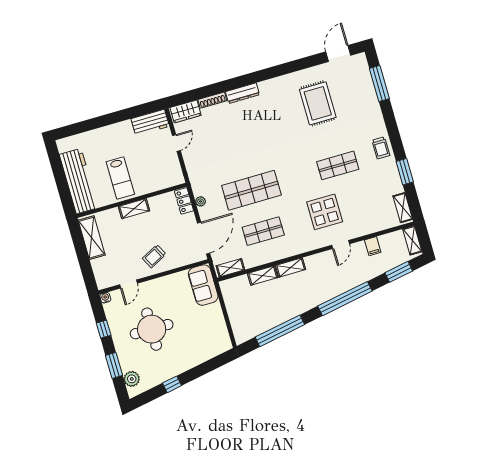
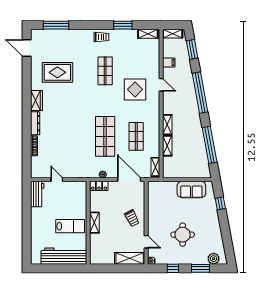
wardrobe: (186, 111) -> (36, 101), moved
shelving: (92, 238) -> (130, 258), moved
sofa: (203, 285) -> (191, 190), moved
round table: (152, 329) -> (183, 235), width x0.73, depth x0.73
window: (172, 384) -> (220, 203), moved

